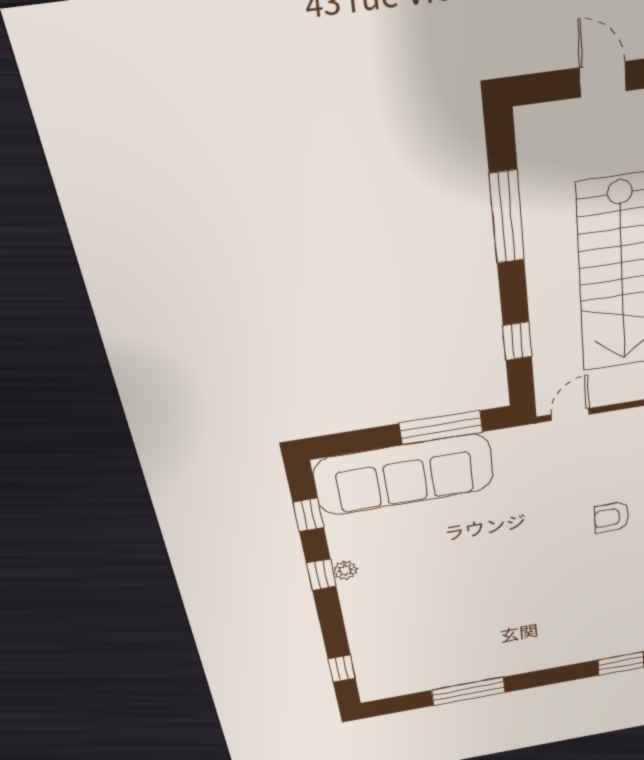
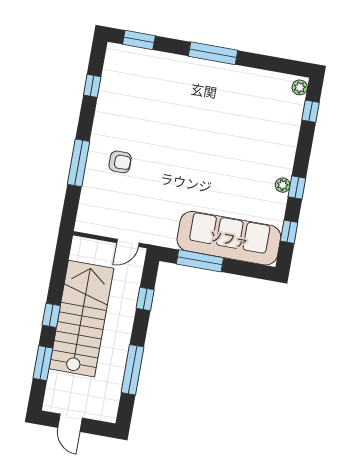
plant: (370, 688) -> (300, 87), added
window: (468, 691) -> (213, 53), moved

